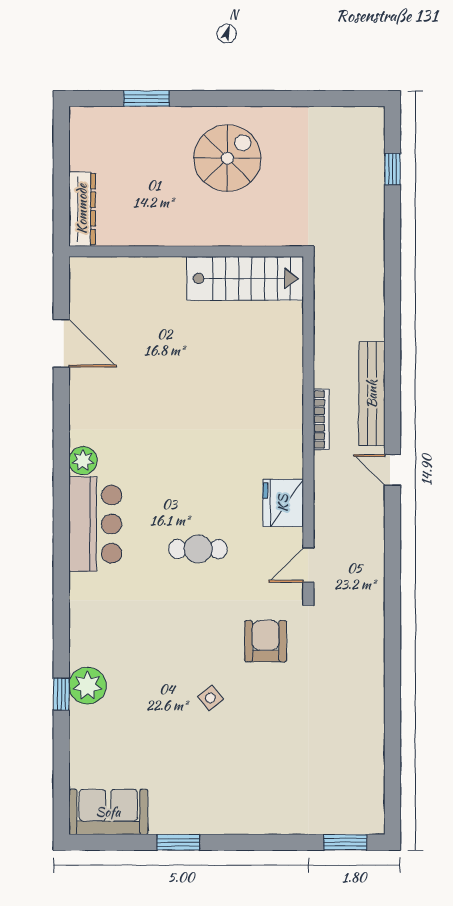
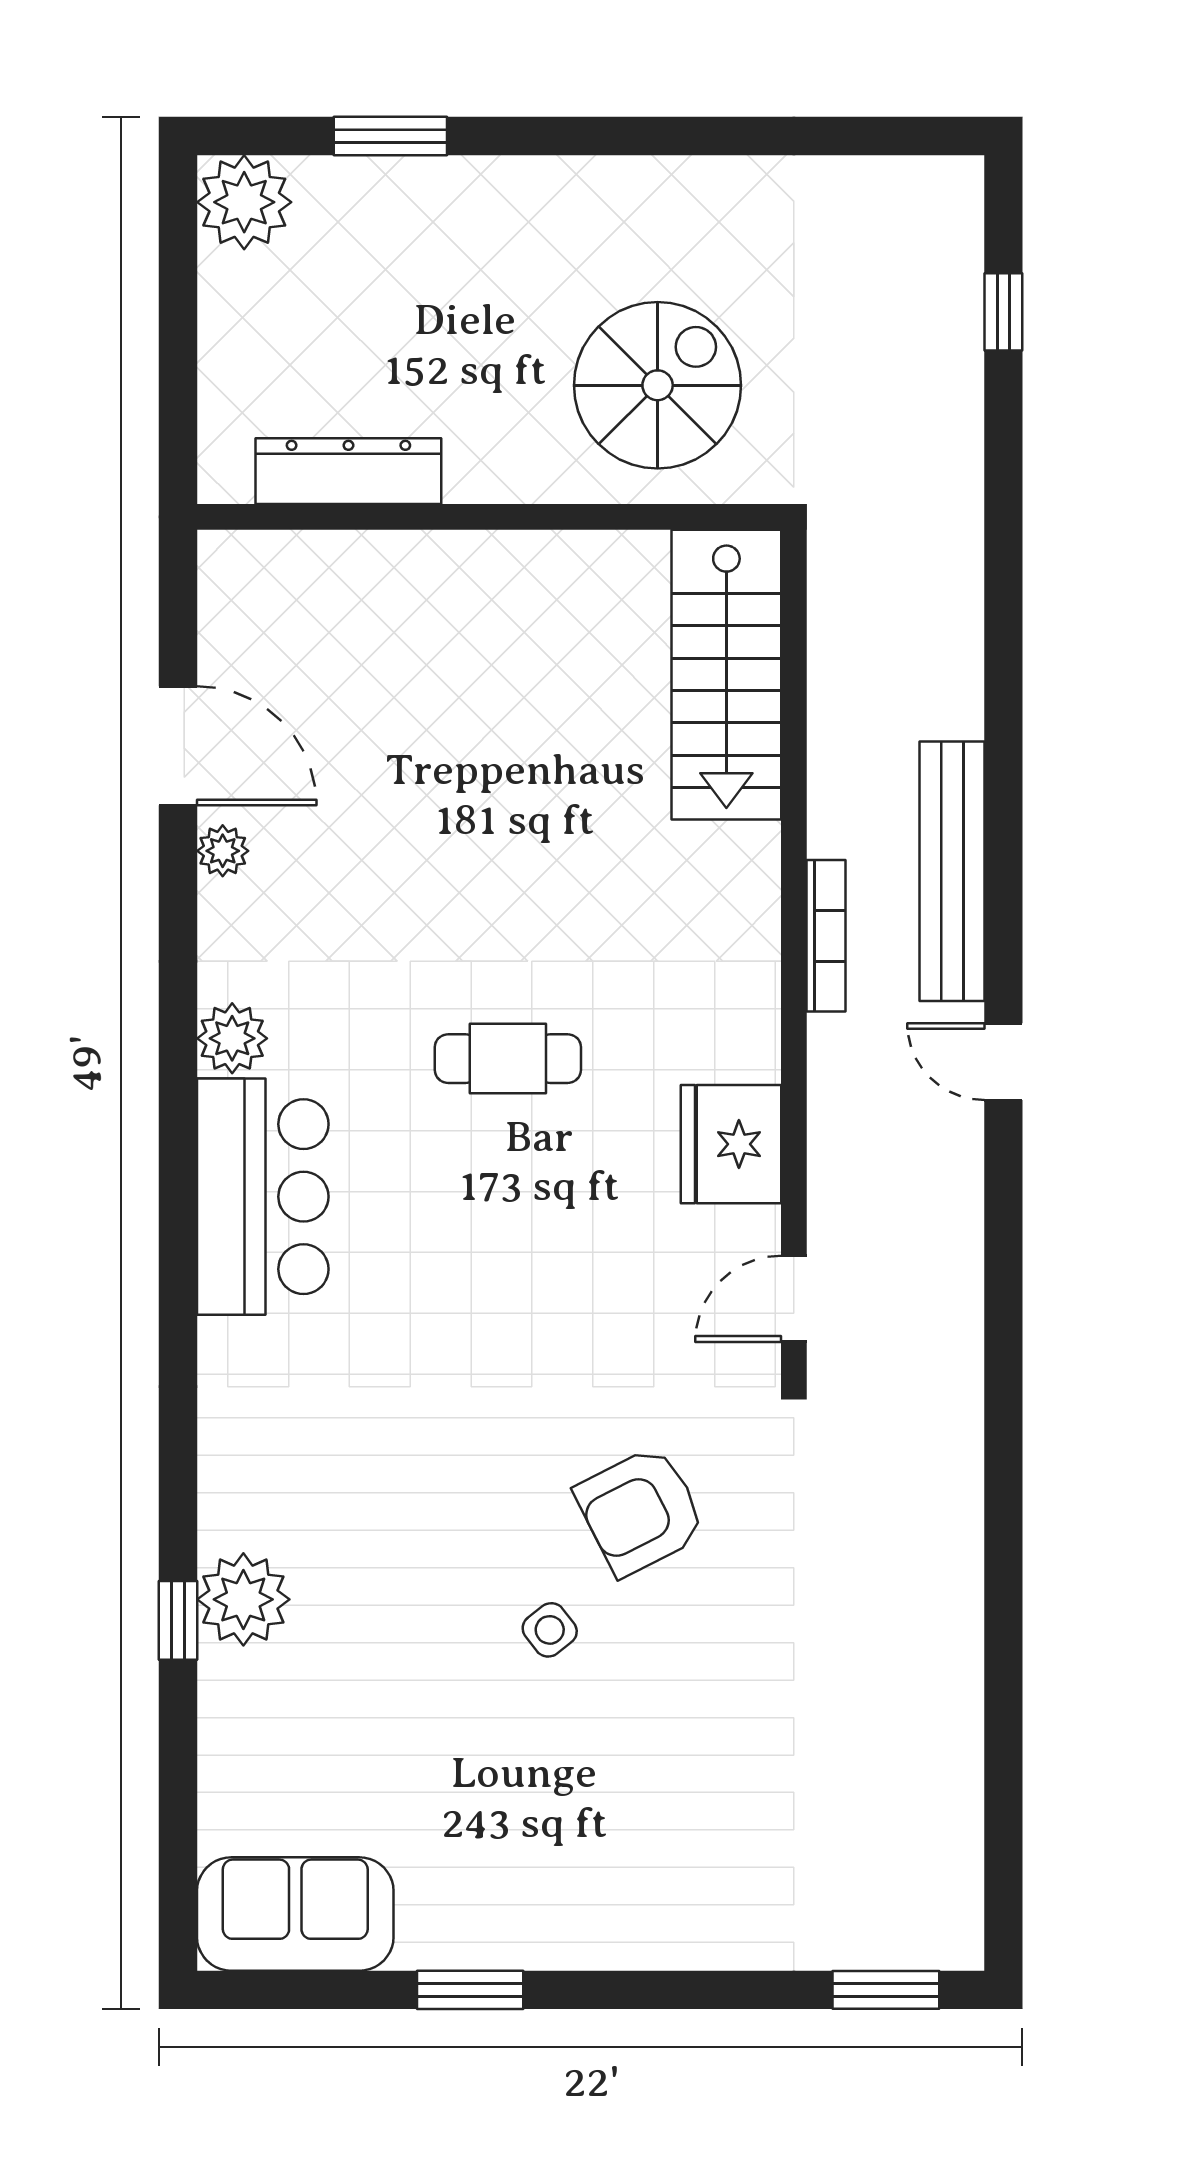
plant: (88, 125) -> (244, 202), added
spiral stairs: (227, 158) -> (658, 385), moved
dresser: (82, 209) -> (348, 471), moved, turned -90
stairs: (245, 278) -> (726, 675), moved, turned 90
plant: (79, 385) -> (223, 851), added
cafe table: (198, 549) -> (508, 1059), moved
armchair: (266, 641) -> (640, 1511), moved, turned -117

